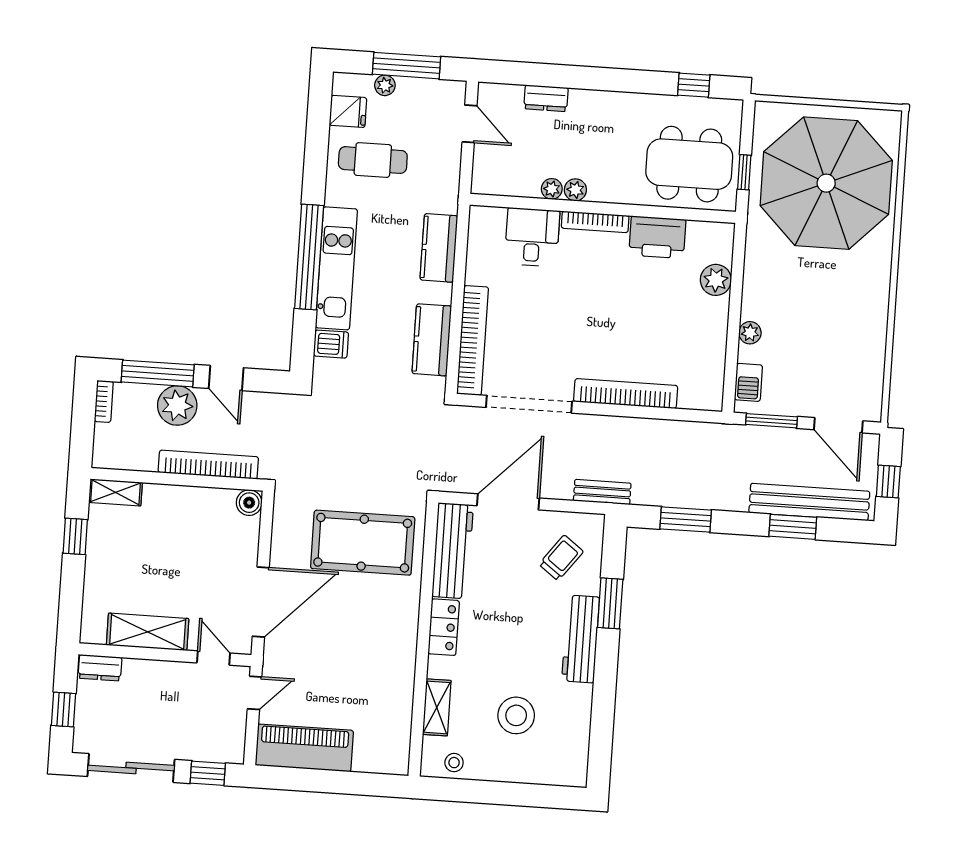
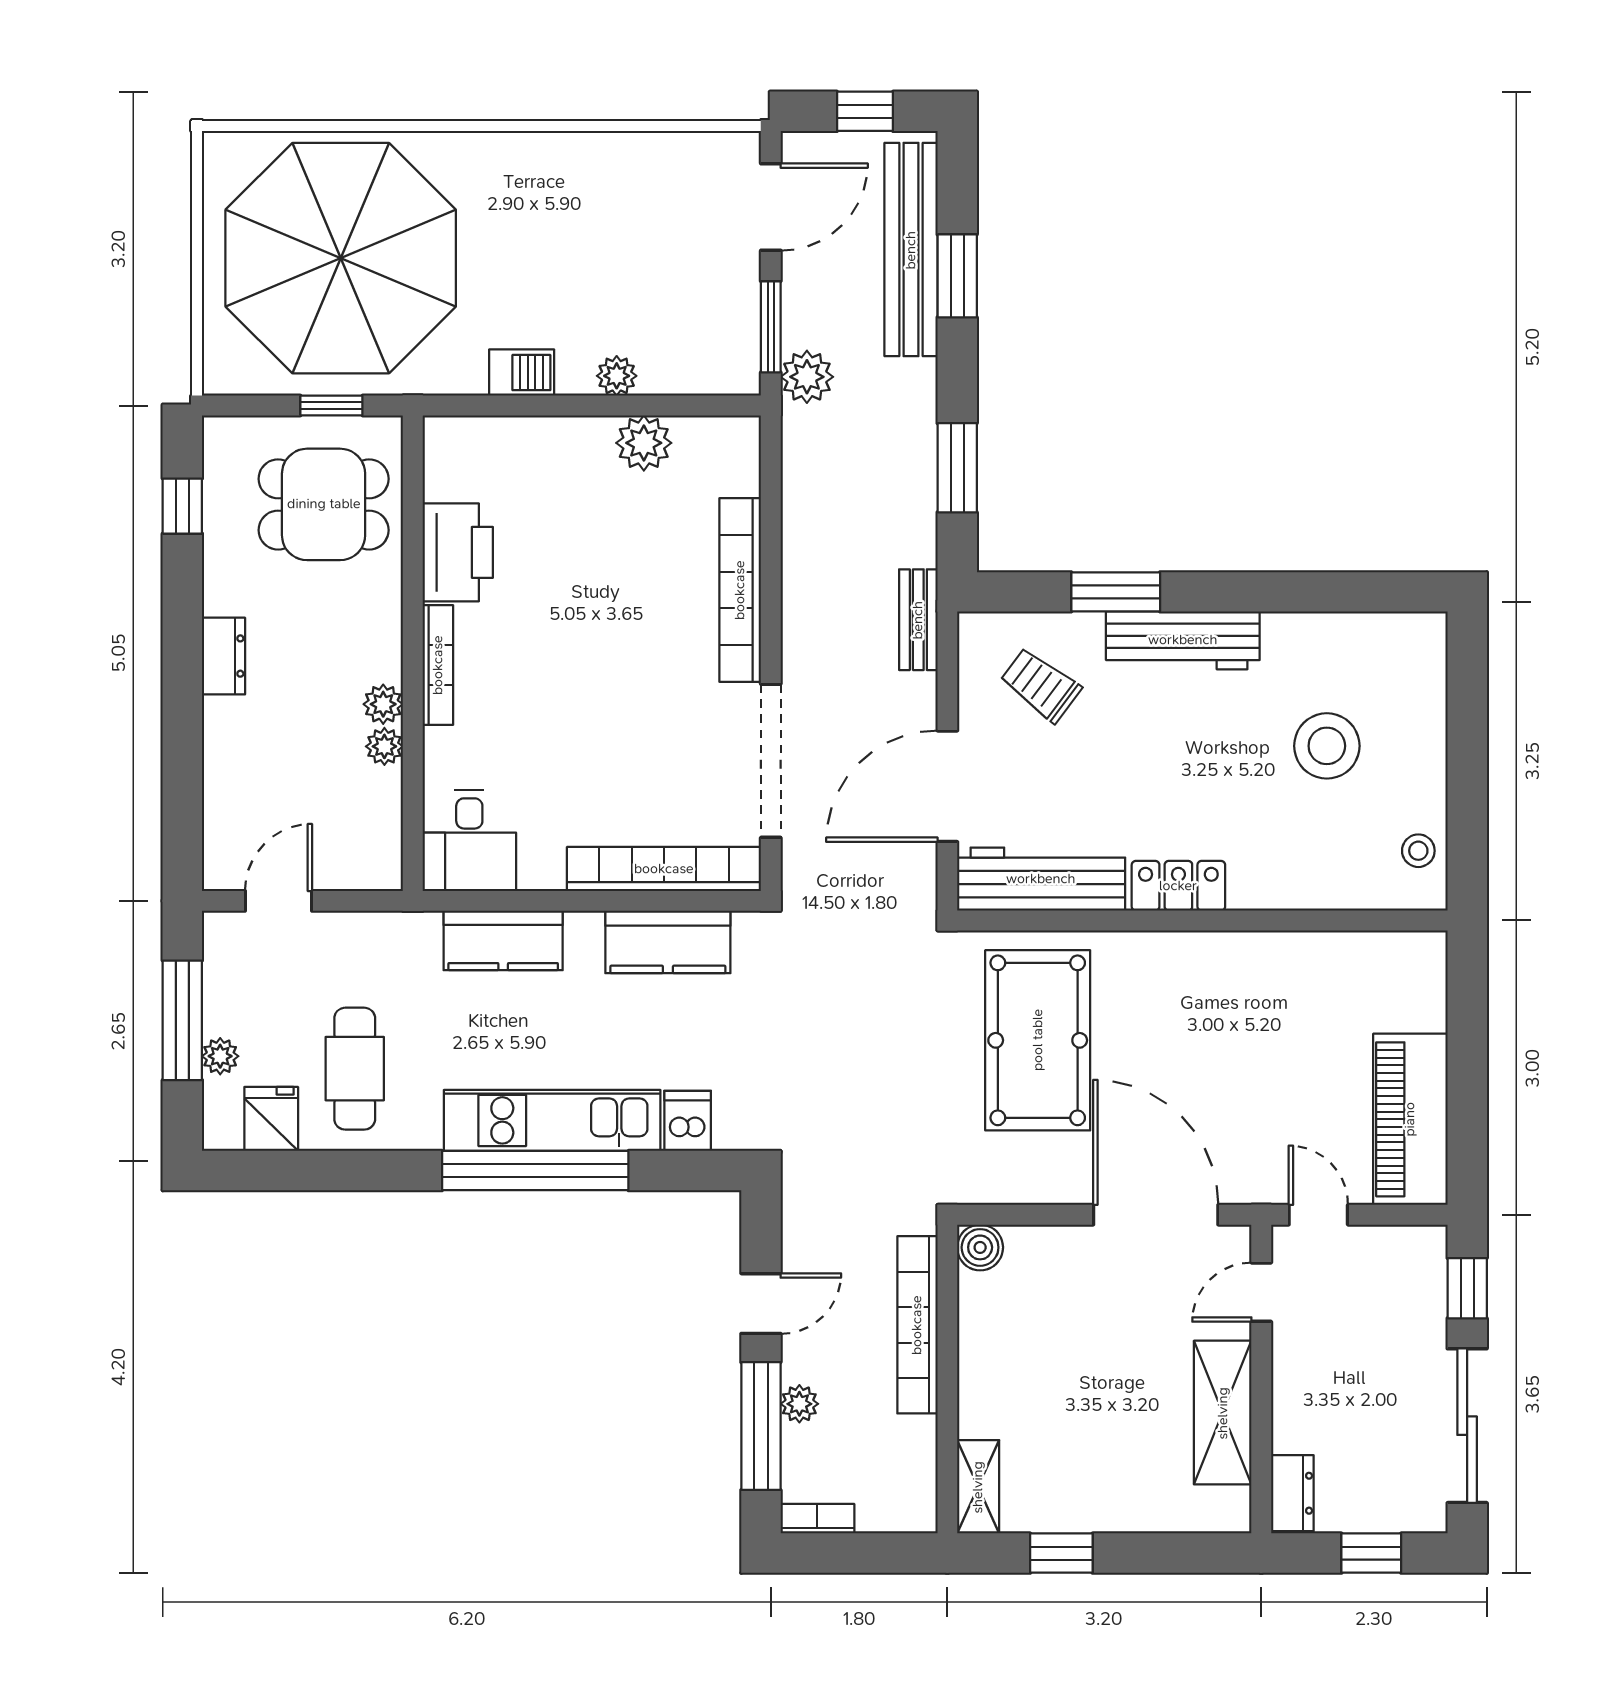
dresser: (546, 98) -> (224, 656), moved
dining table: (689, 164) -> (324, 504), width x0.73
desk: (532, 237) -> (469, 841), moved, turned -90
plant: (716, 280) -> (644, 443), moved
barbecue: (748, 382) -> (522, 373), moved
plant: (177, 406) -> (799, 1404), width x0.53, depth x0.53
plant: (742, 439) -> (807, 377), added
door: (508, 502) -> (947, 786), hinge flipped
shelving: (437, 707) -> (1322, 888), removed

